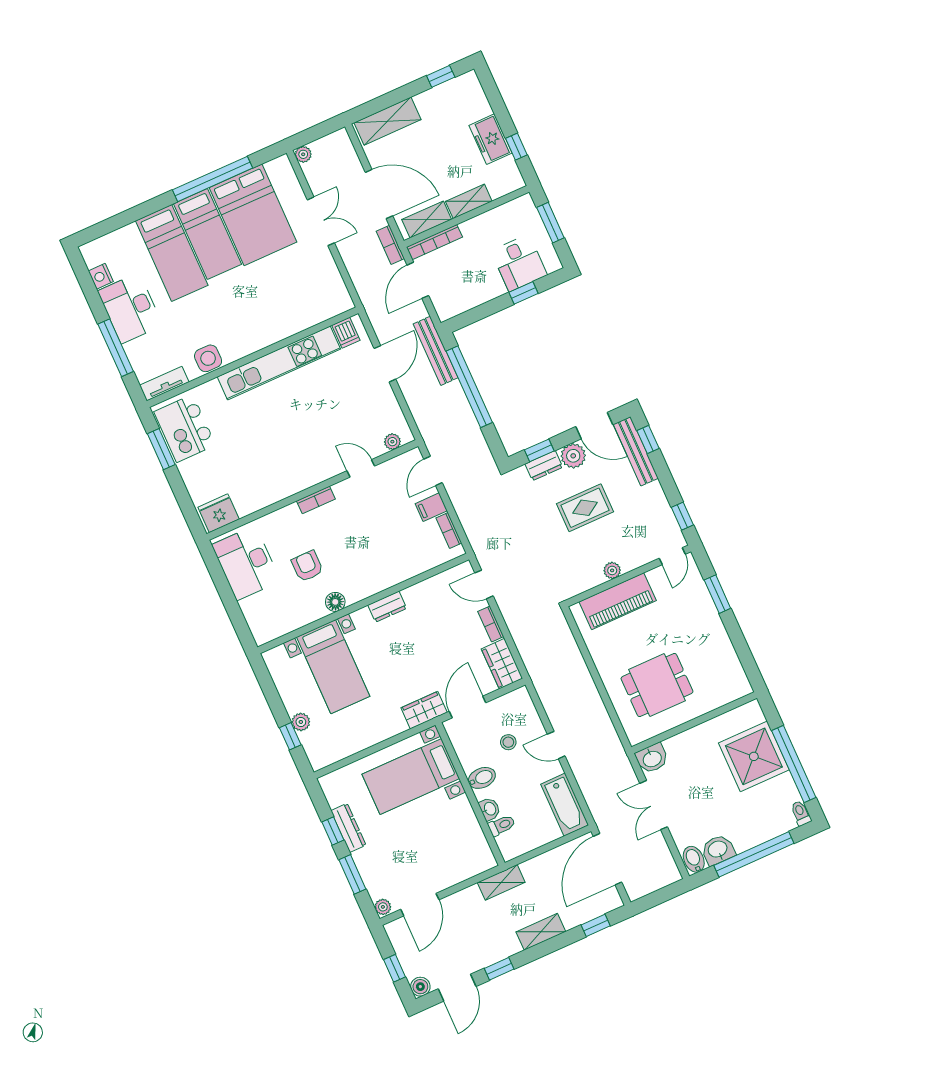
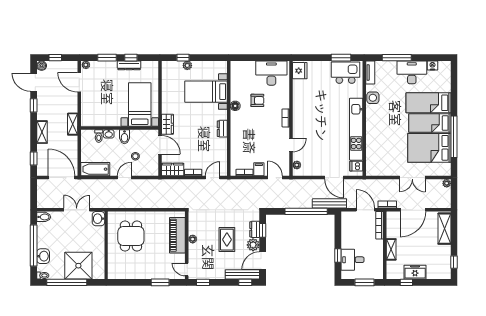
shelving: (427, 220) -> (391, 226), removed
washbasin: (718, 850) -> (43, 256), moved

